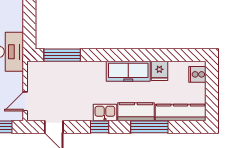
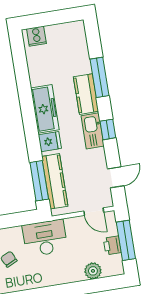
fridge: (159, 71) -> (50, 142), moved
kitchen sink: (105, 112) -> (93, 131), width x1.38
kitchen counter: (181, 112) -> (55, 181), moved, turned 180

